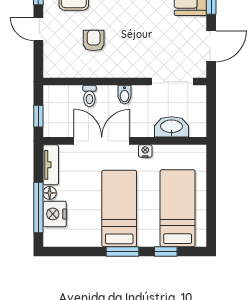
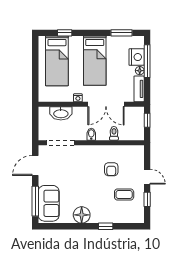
window: (123, 251) -> (121, 33), moved

